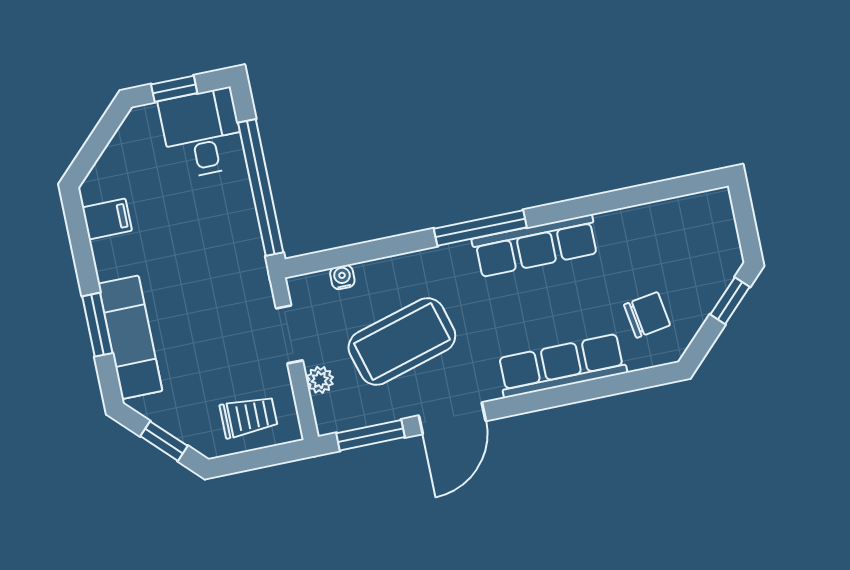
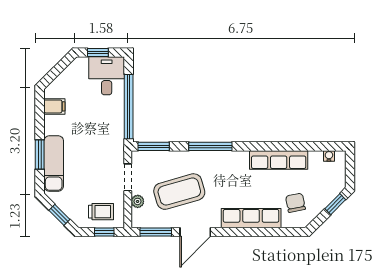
window: (480, 228) -> (210, 146), moved
row of seats: (536, 246) -> (279, 160), moved
window: (330, 259) -> (154, 146), added
water cooler: (342, 277) -> (329, 156), moved
chair: (647, 315) -> (295, 203), turned -92
window: (264, 457) -> (104, 232), added

